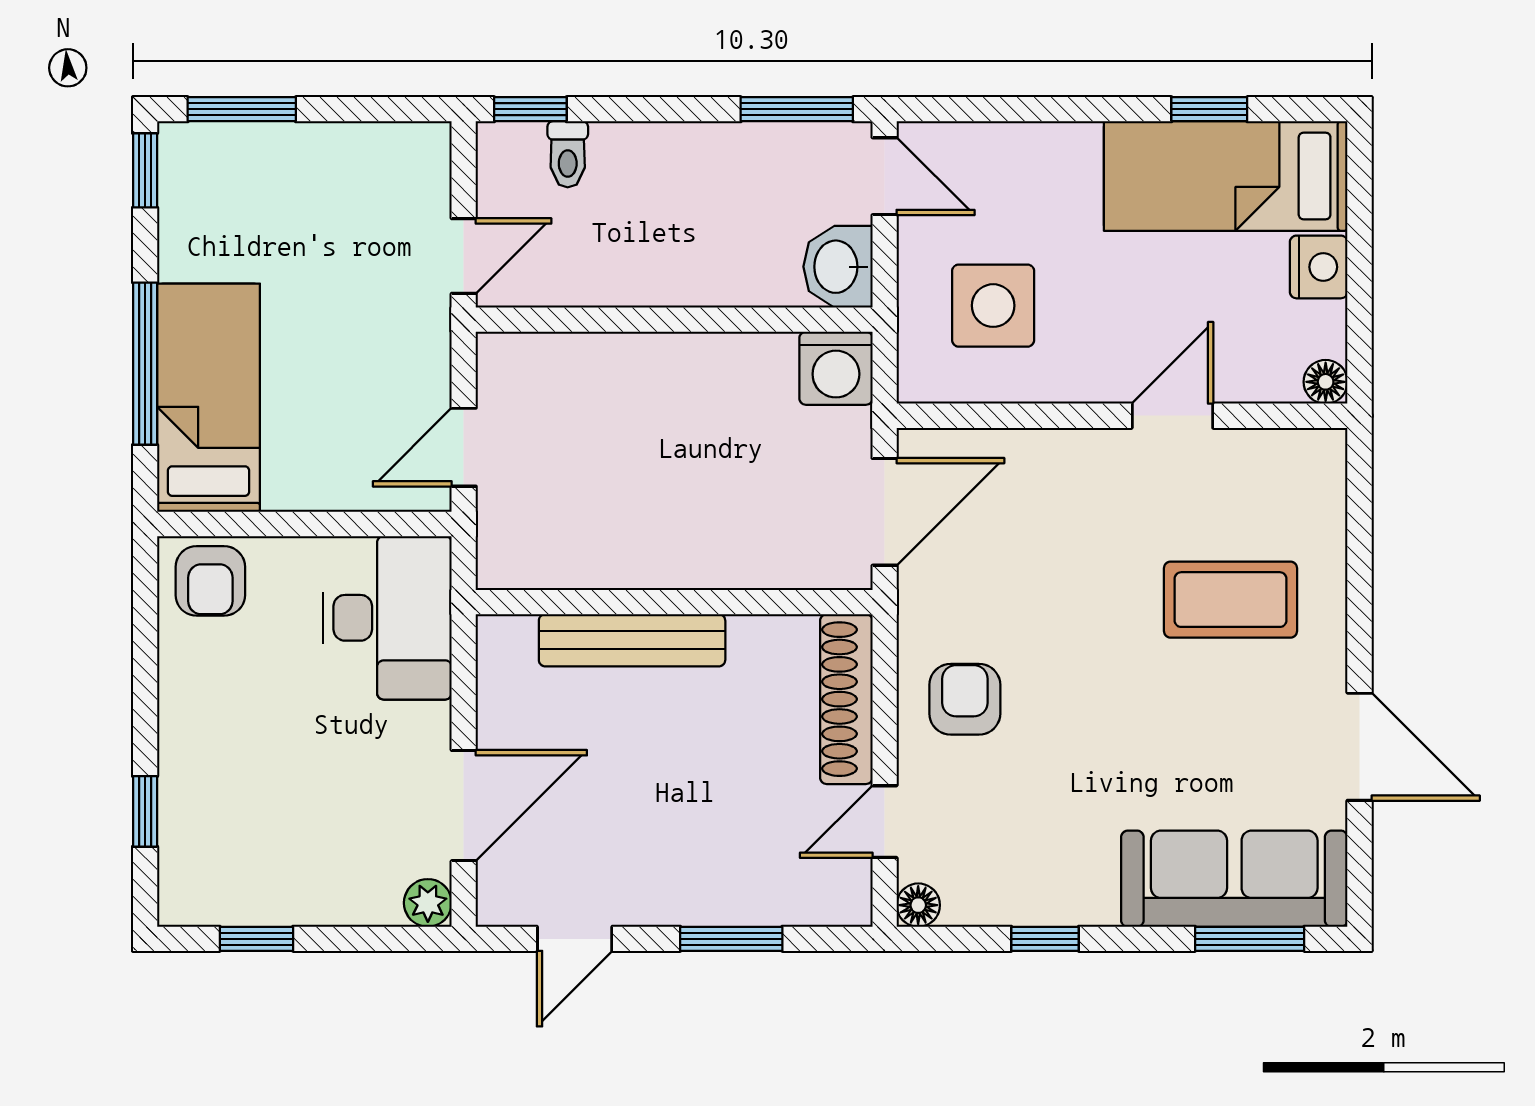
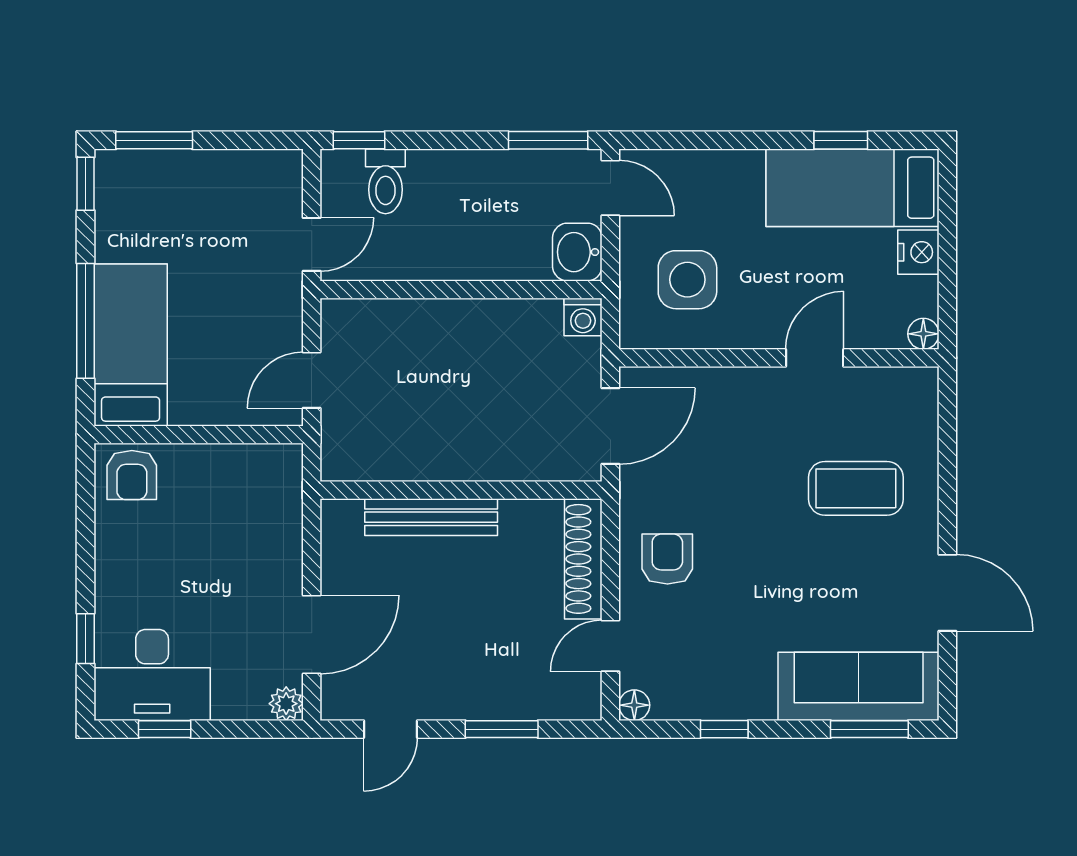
toilet: (568, 154) -> (385, 181), width x1.37, depth x1.39
washing machine: (836, 368) -> (583, 317), width x0.73, depth x0.73
desk: (387, 618) -> (152, 675), moved, turned 90

